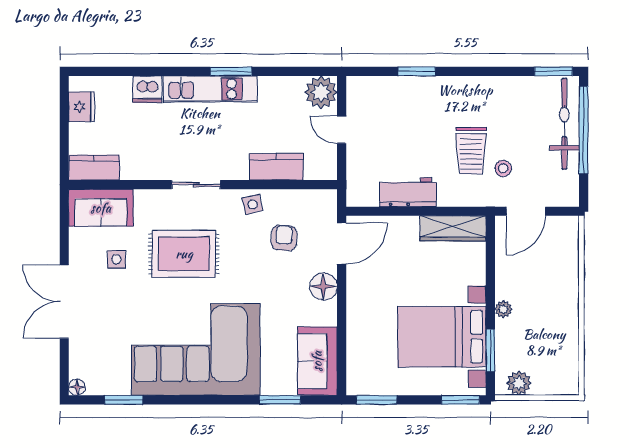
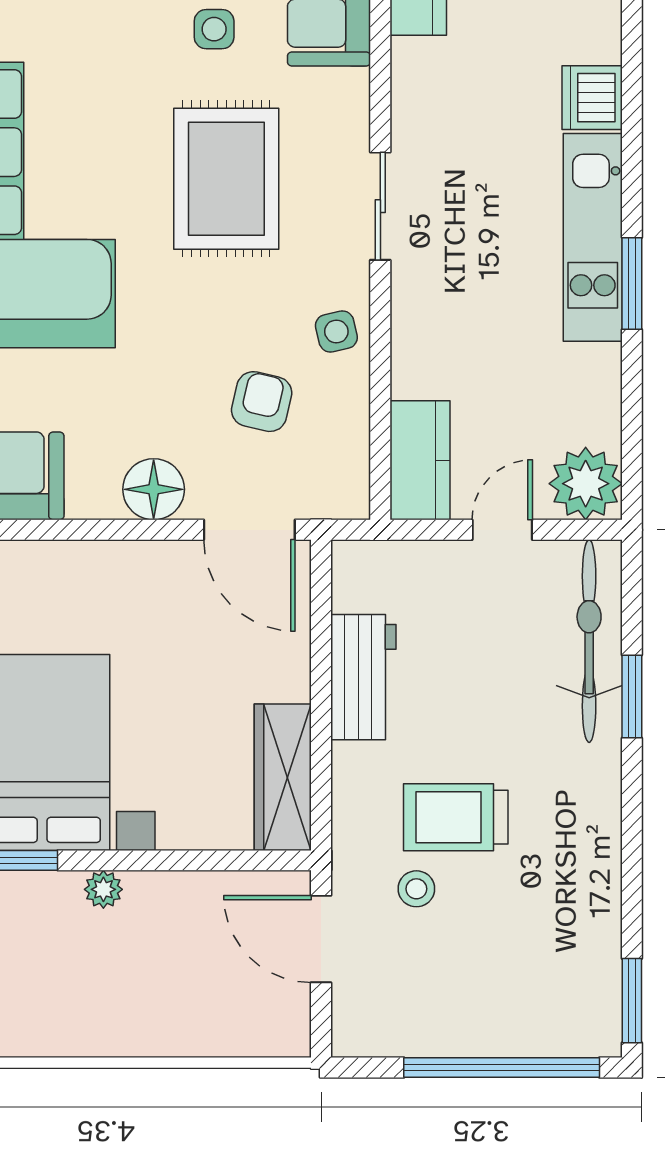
bicycle: (564, 124) -> (589, 641), moved, turned -90
kitchen counter: (276, 167) -> (420, 460), moved
armchair: (284, 238) -> (262, 402), turned -81

